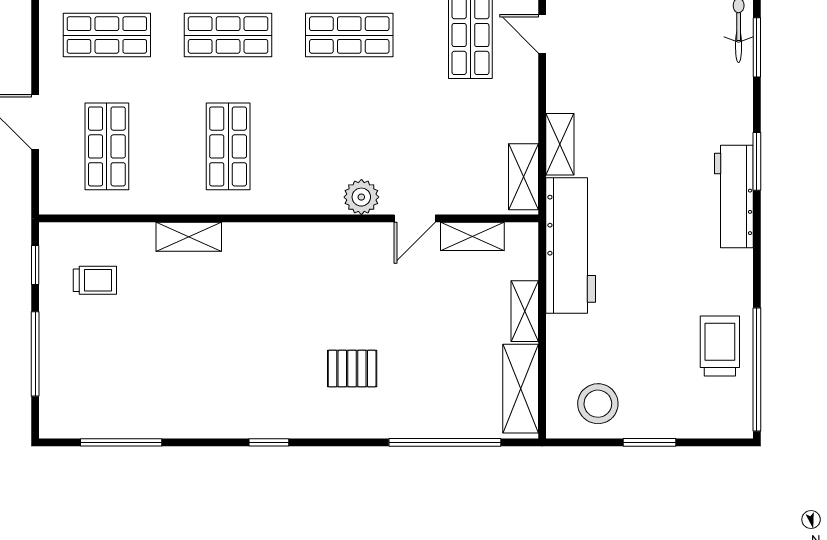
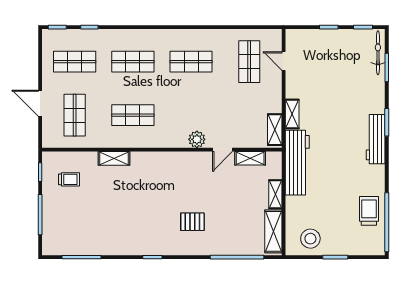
shop shelf: (228, 146) -> (133, 115), turned 90

